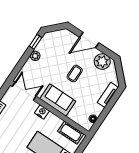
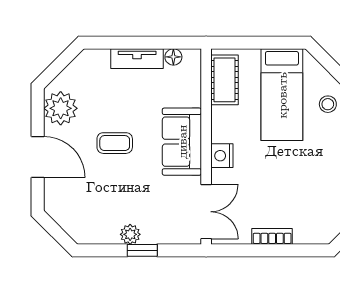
window: (35, 42) -> (142, 250), moved
double door: (24, 91) -> (206, 212), swing flipped
tv unit: (108, 95) -> (137, 59), moved

